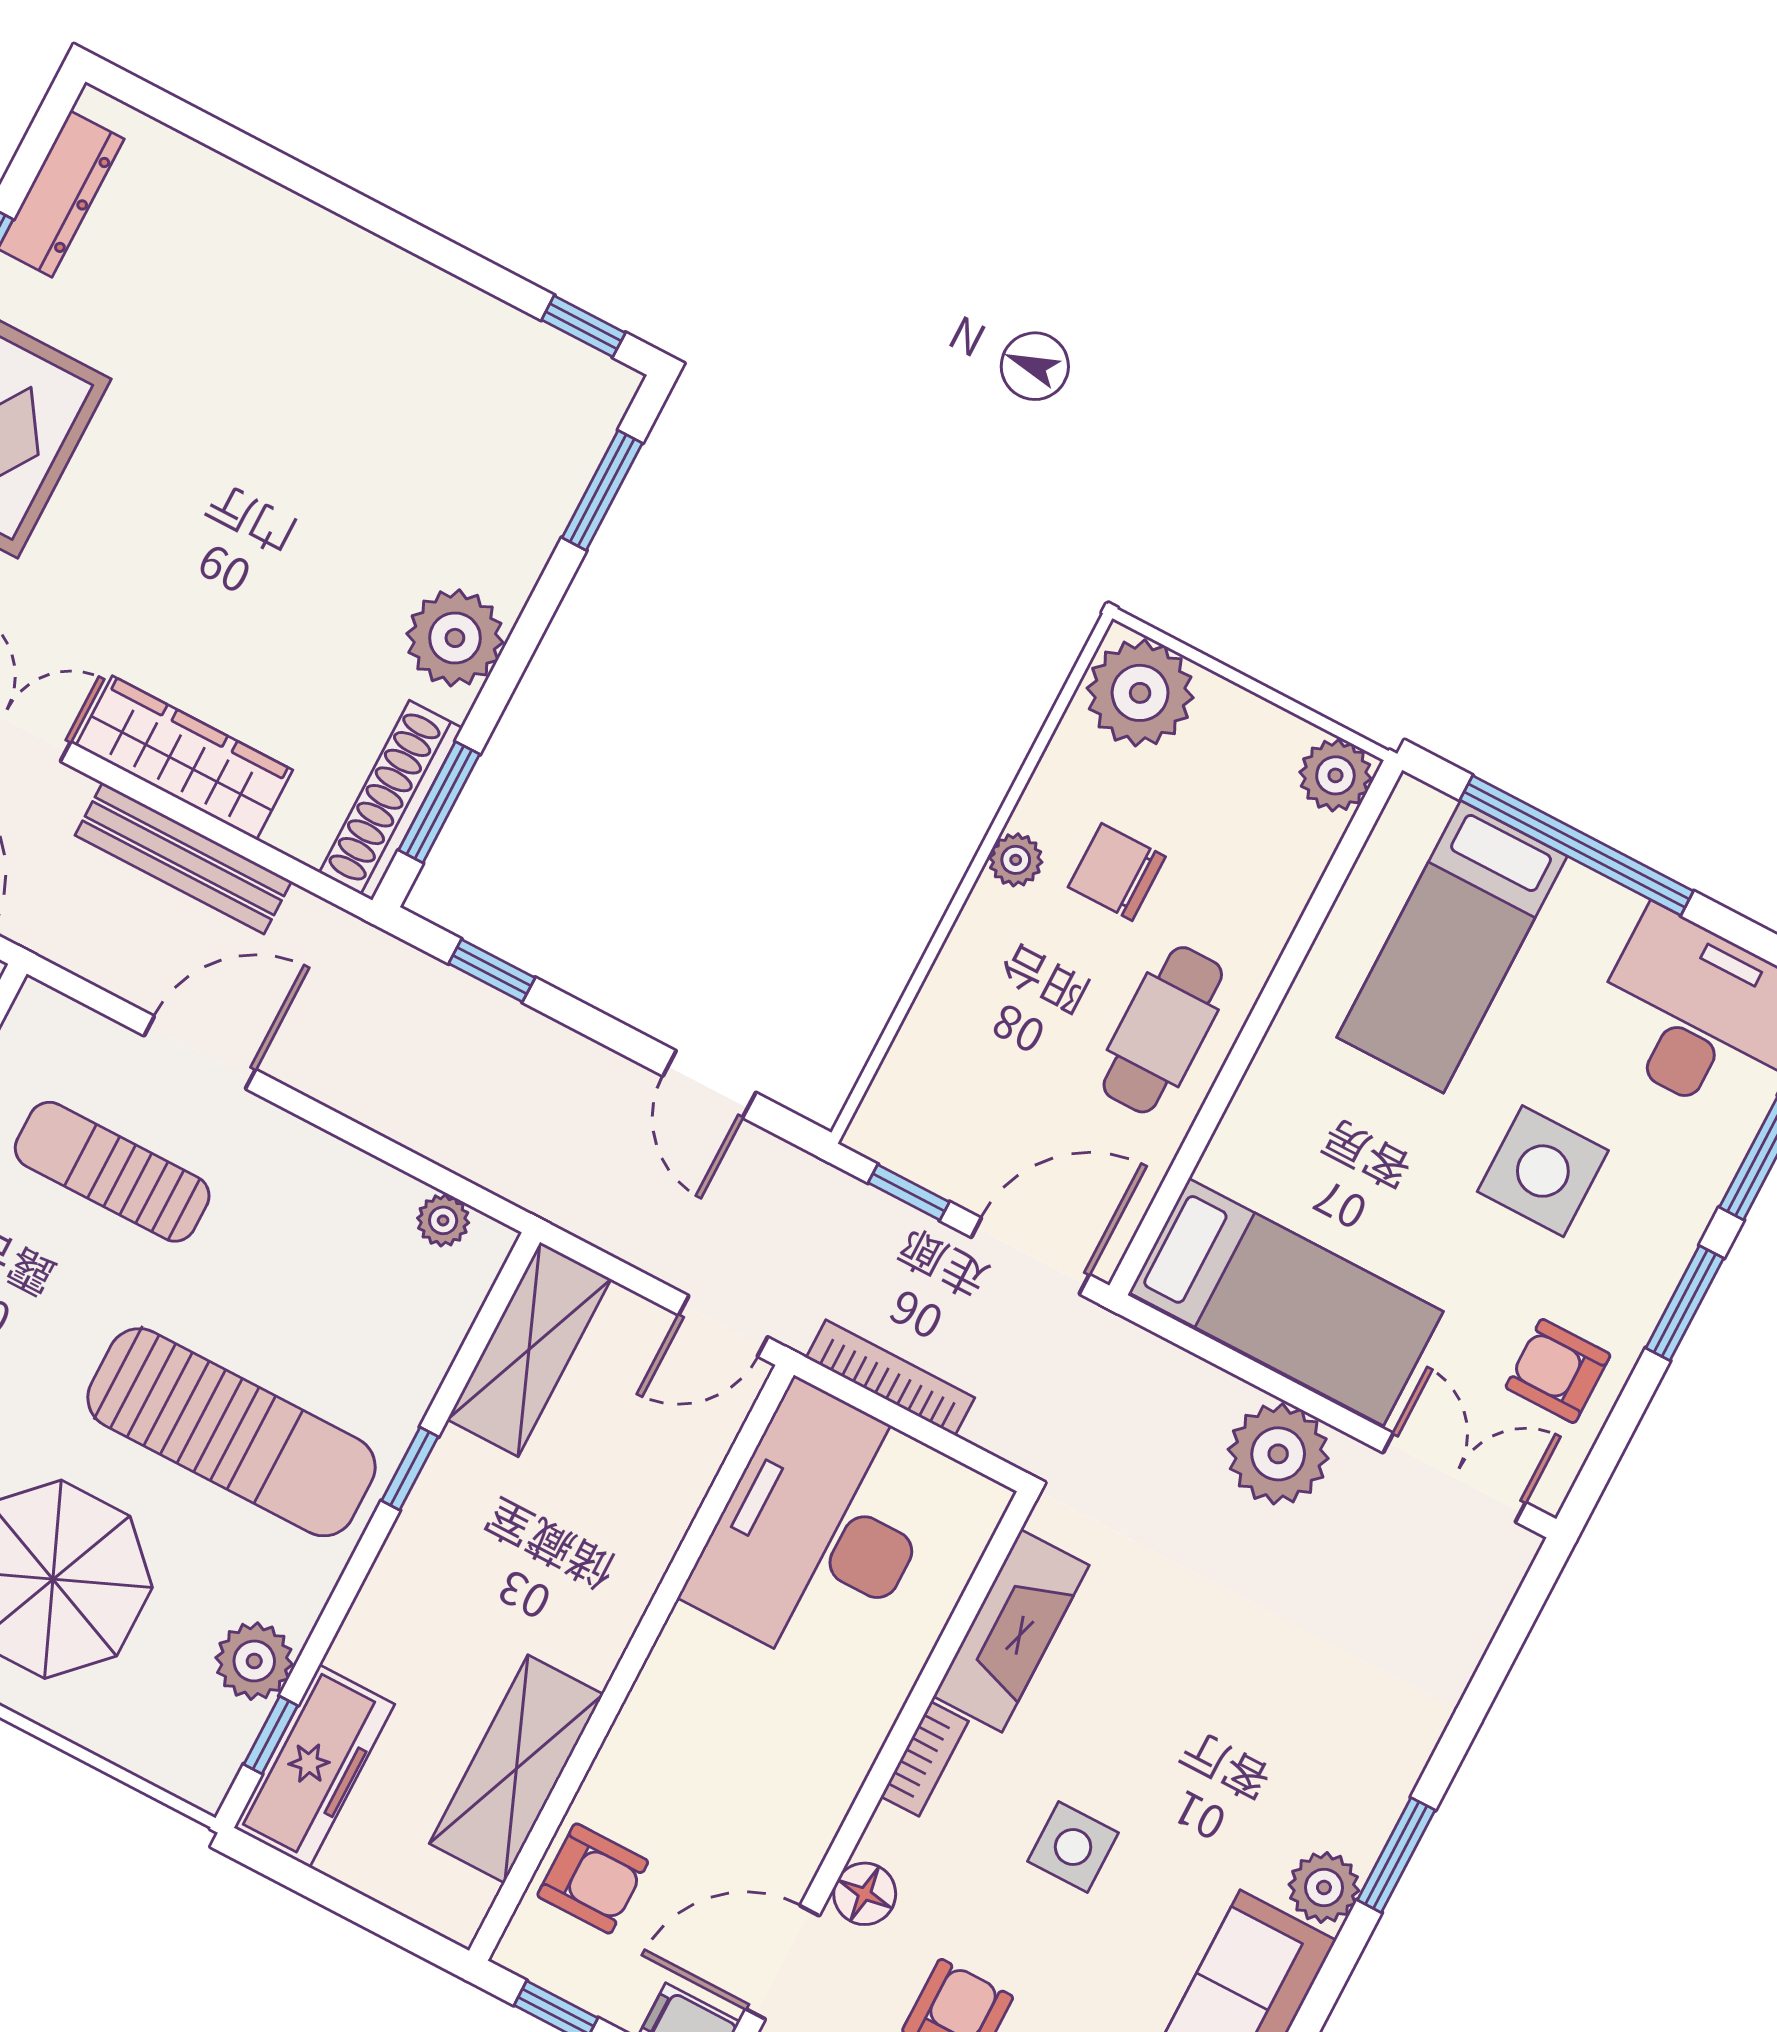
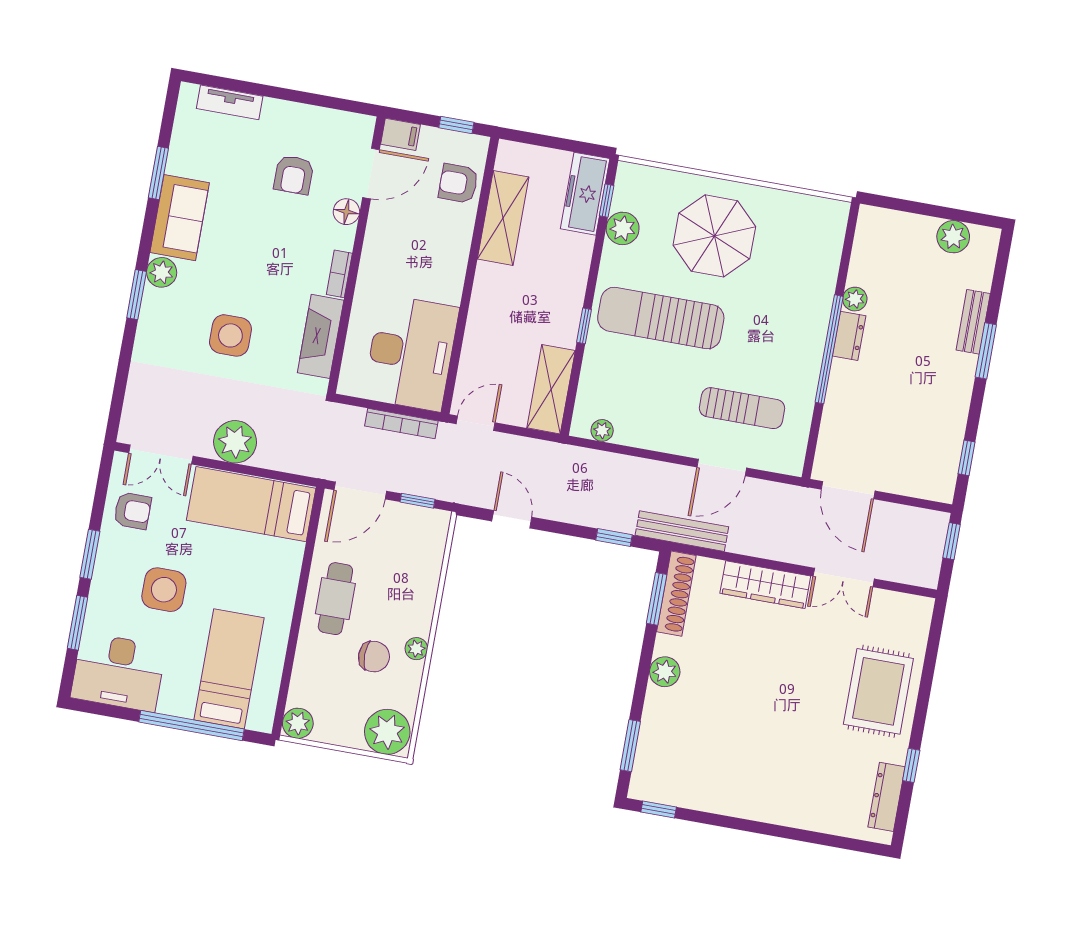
plant: (455, 638) -> (665, 672), width x0.73, depth x0.73
bench: (183, 858) -> (682, 531), moved
side table: (1073, 1847) -> (230, 335), moved, width x1.37, depth x1.37

